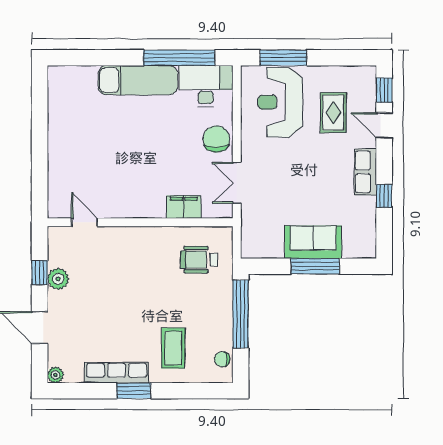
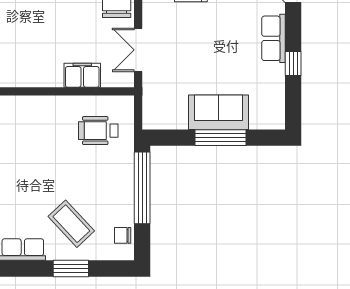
coffee table: (173, 348) -> (71, 224), turned -43
window: (134, 391) -> (71, 268), moved

